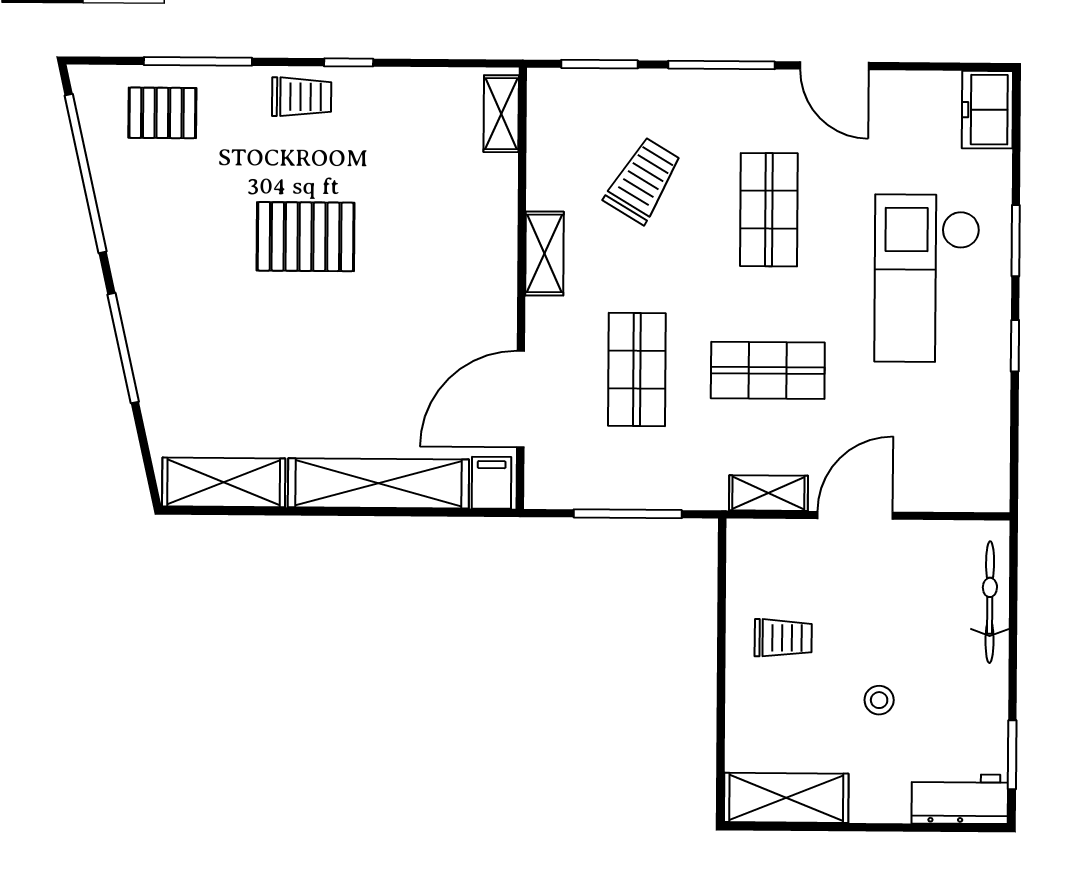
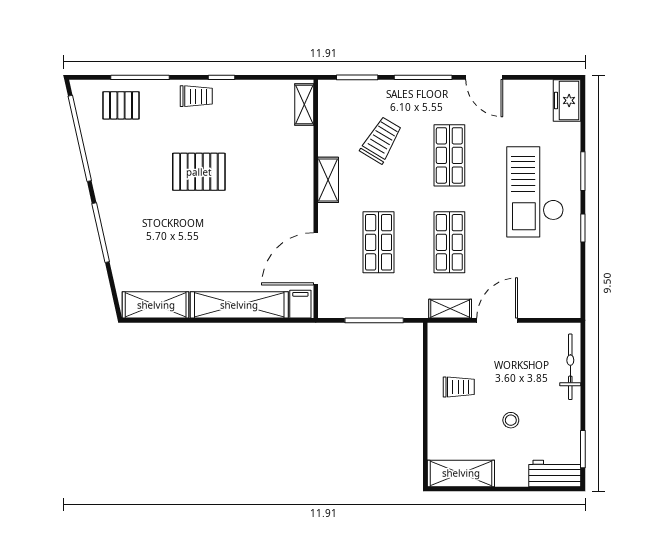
shop shelf: (768, 370) -> (449, 242), turned 90

